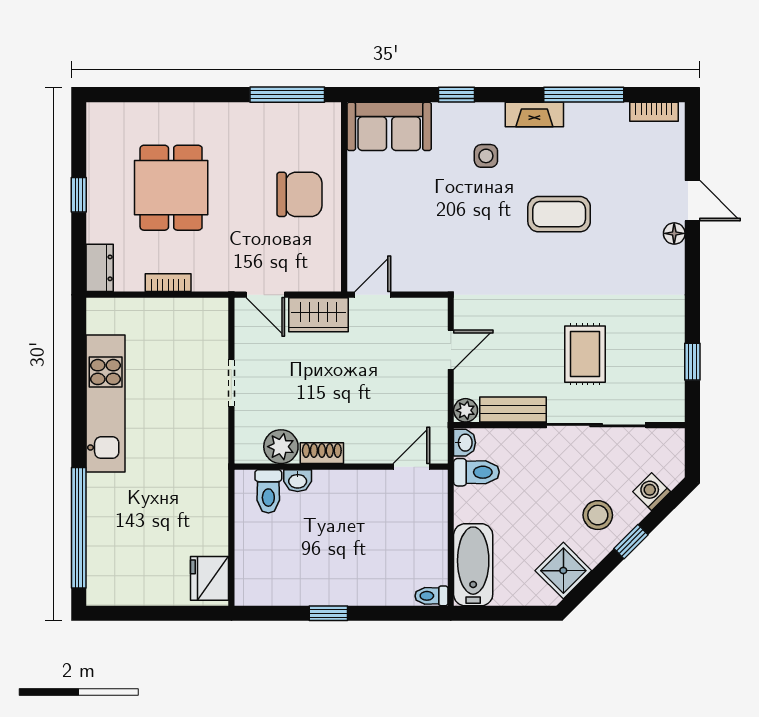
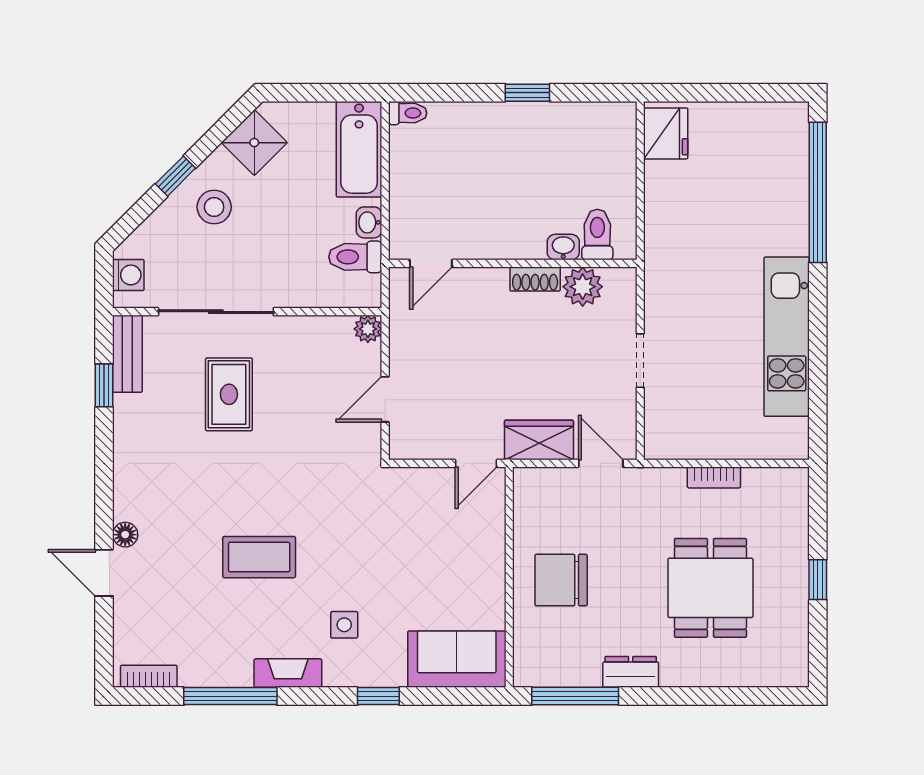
dresser: (100, 268) -> (631, 672), moved, turned 90
bench: (513, 409) -> (127, 354), moved, turned 90
washbasin: (465, 443) -> (369, 222), moved
washing machine: (652, 492) -> (128, 275), moved, turned -45

